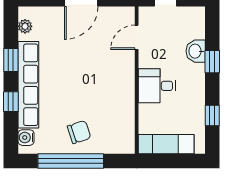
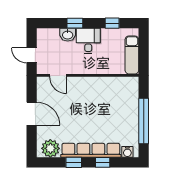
plant: (25, 26) -> (50, 148), width x1.88, depth x1.88
desk: (157, 86) -> (88, 41), moved, turned 180
chair: (79, 132) -> (124, 115), removed

